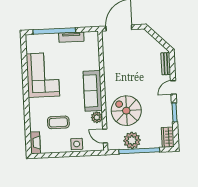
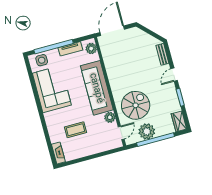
plant: (93, 41) -> (91, 48), added
sofa: (93, 91) -> (97, 88), width x1.36, depth x1.27
spiral stairs: (126, 111) -> (136, 105), turned 90
door: (105, 136) -> (121, 133), swing flipped
side table: (77, 144) -> (42, 60), moved

